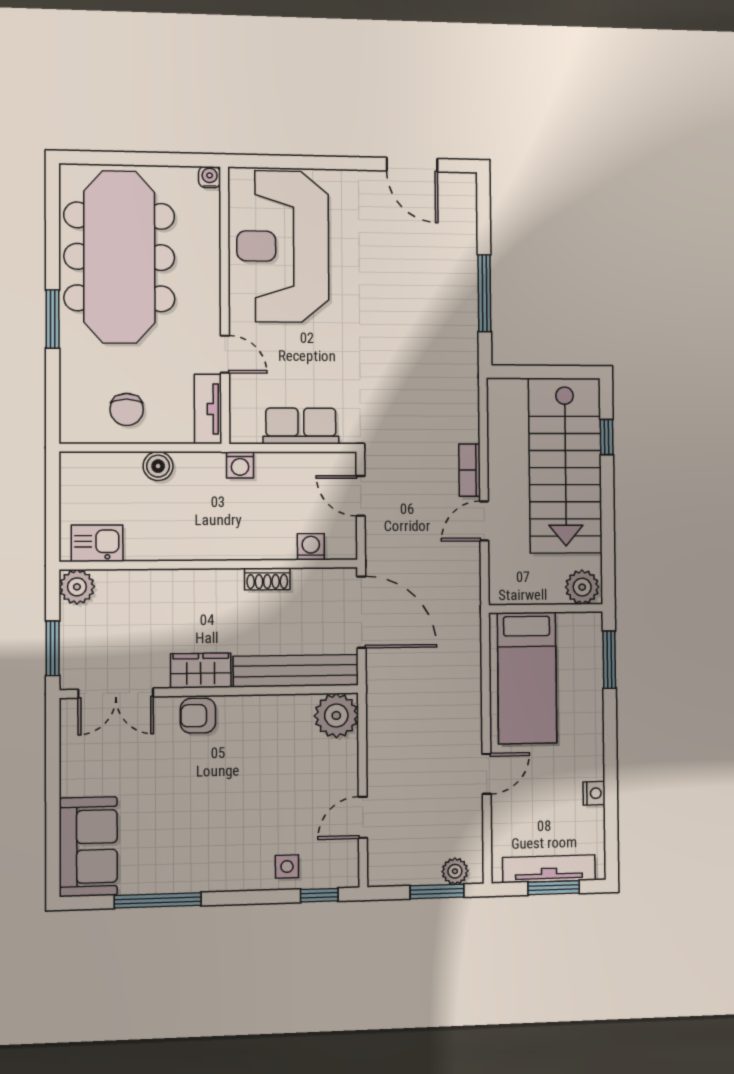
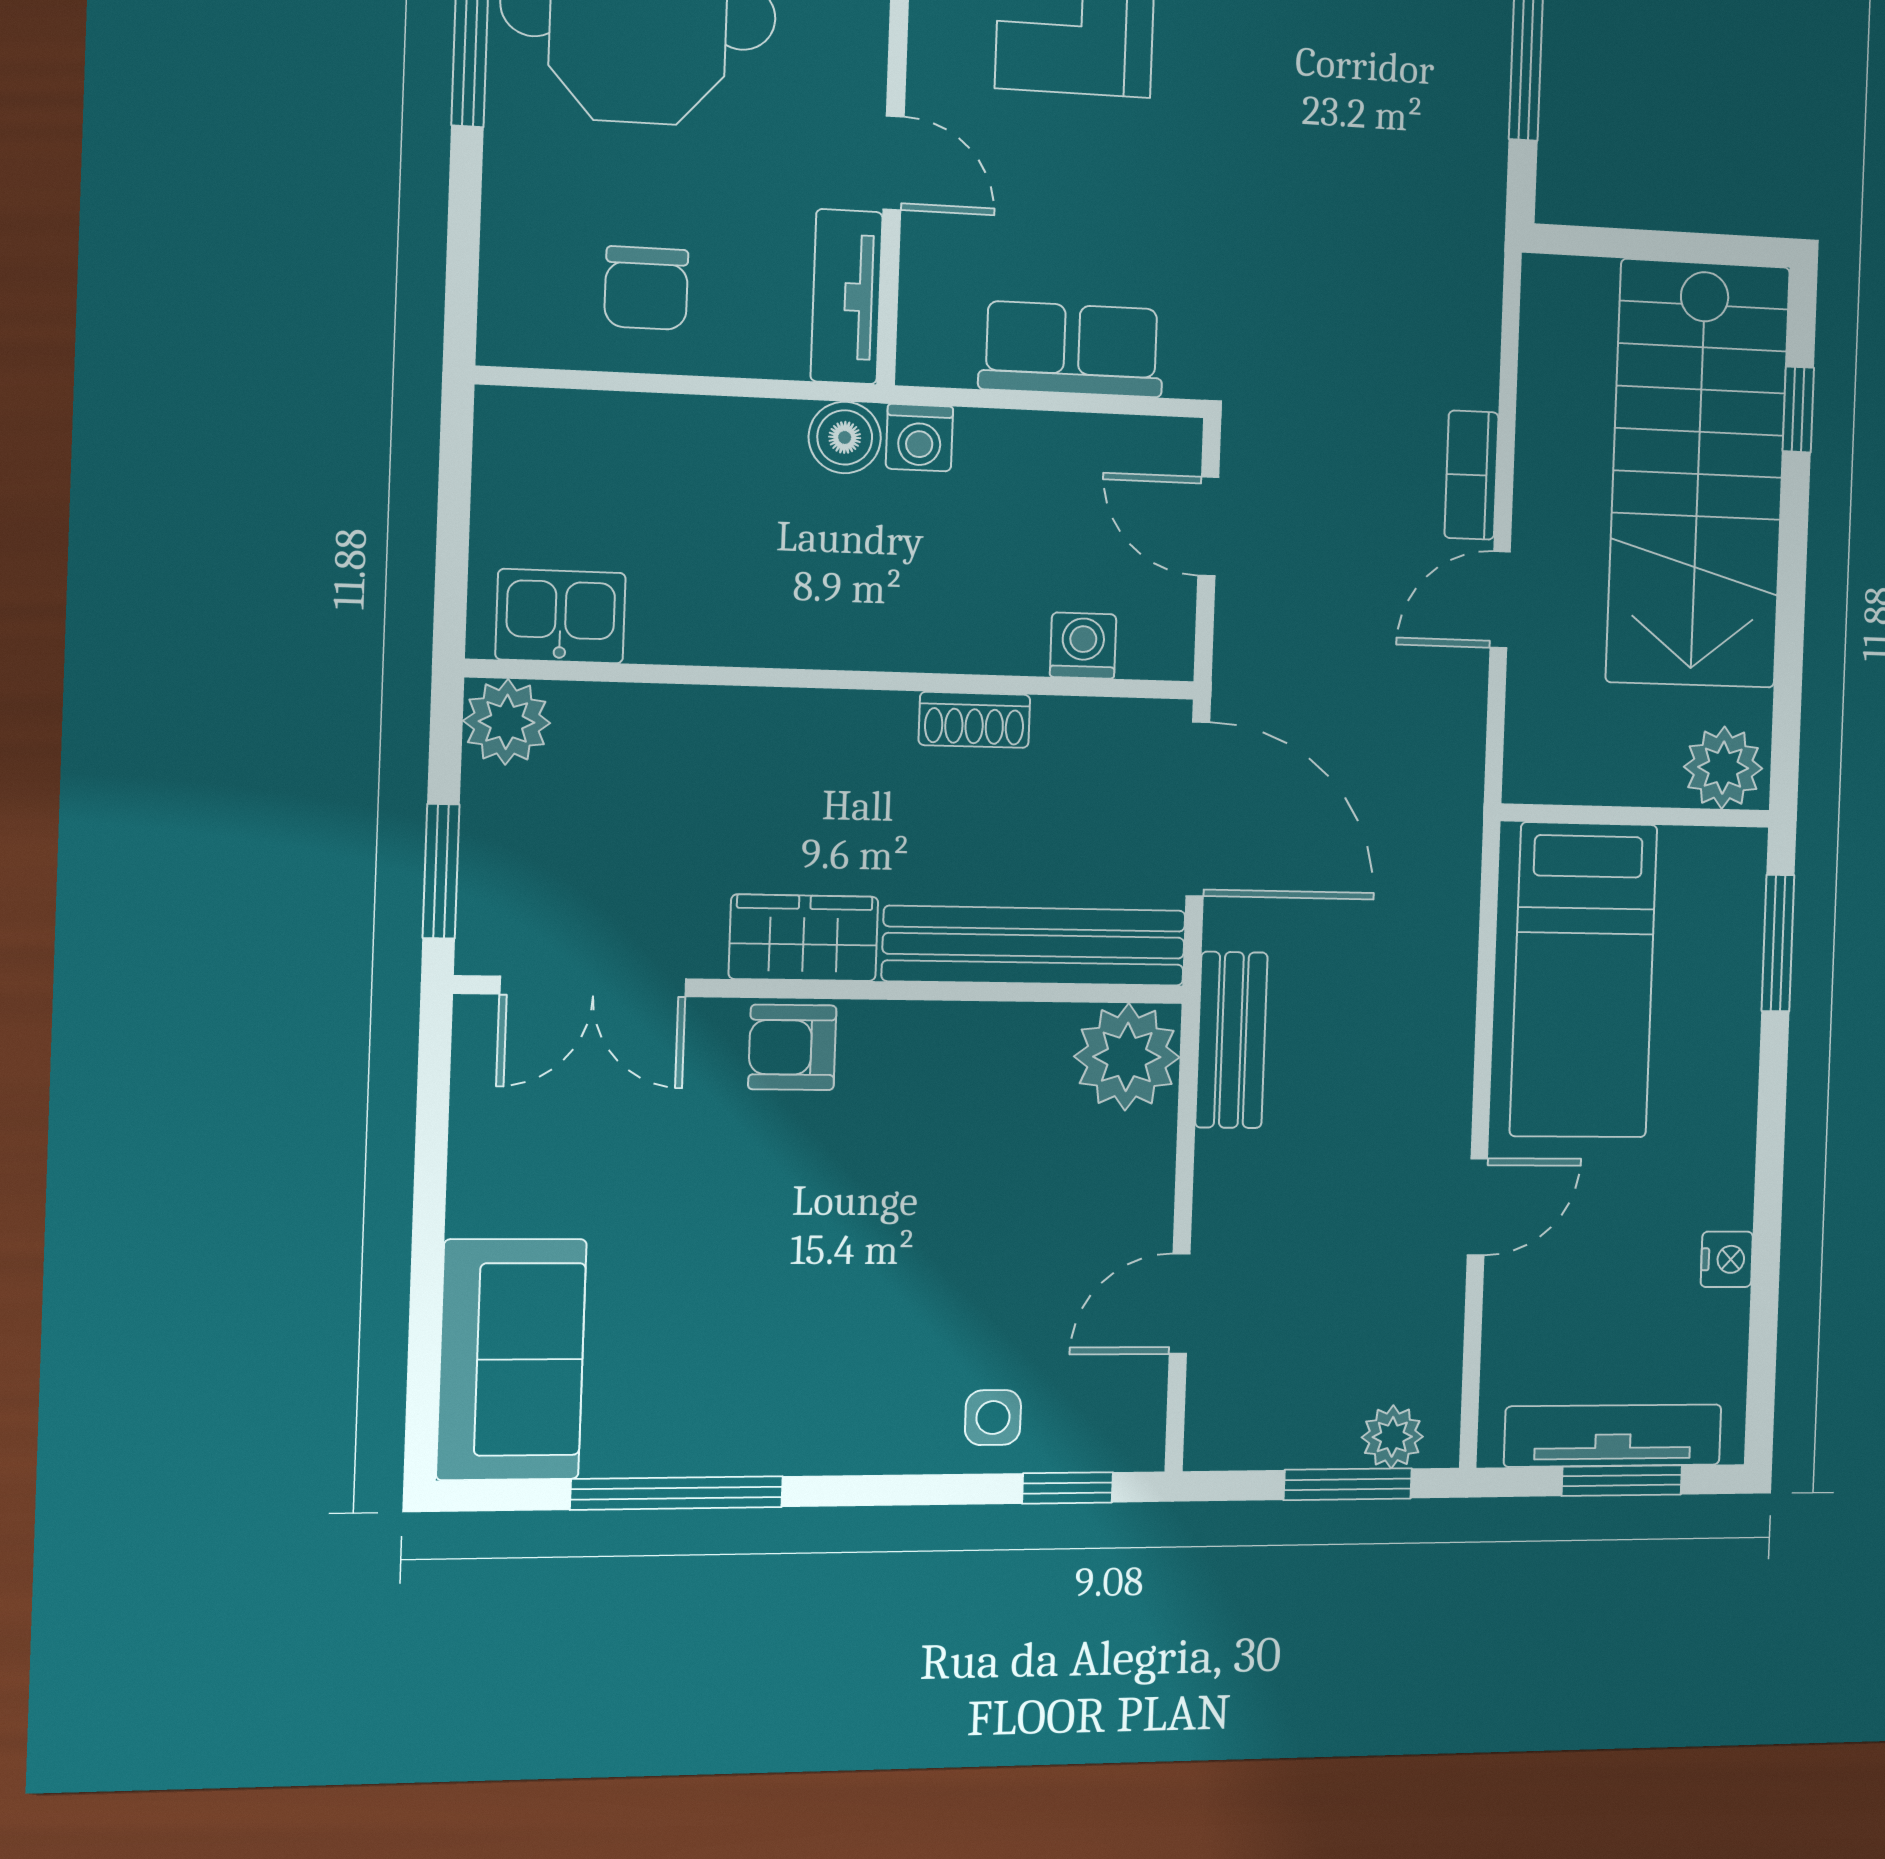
boiler: (158, 466) -> (845, 437), moved
bench: (380, 707) -> (1231, 1040), added

